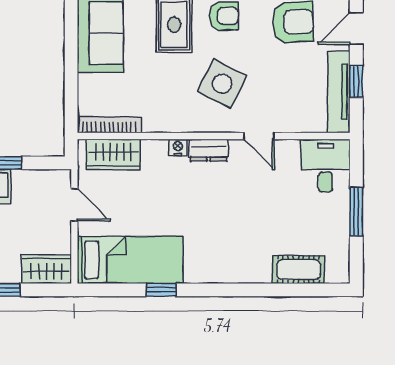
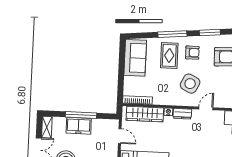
door: (259, 136) -> (206, 108), swing flipped
wardrobe: (113, 155) -> (145, 114), width x1.50

